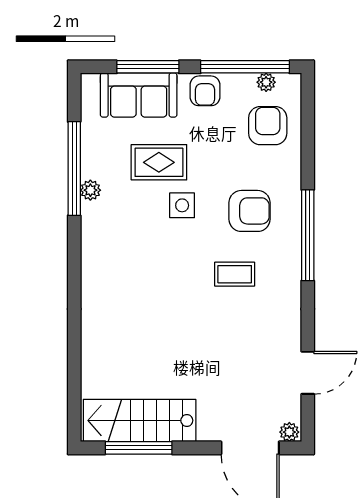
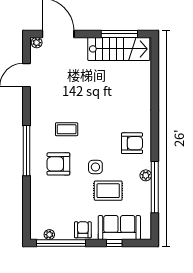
window: (148, 67) -> (114, 243), width x0.46
armchair: (268, 126) -> (132, 143), moved, turned -90

